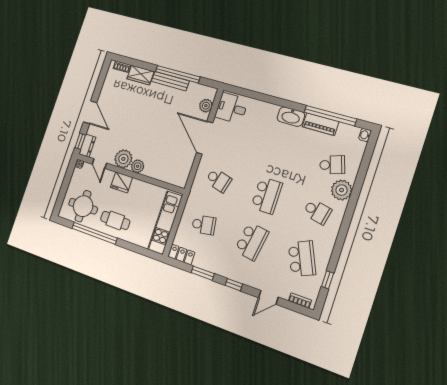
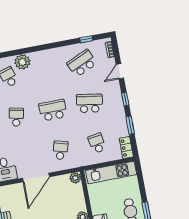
plant: (206, 106) -> (75, 178), moved
school desk: (317, 212) -> (16, 117), moved
door: (268, 297) -> (120, 71), swing flipped

